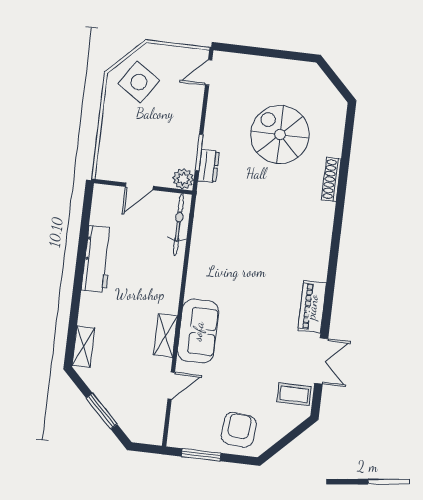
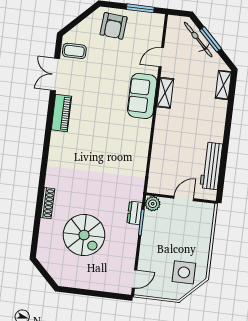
side table: (139, 82) -> (184, 272), turned -34
bicycle: (178, 225) -> (198, 40), moved, turned 135
workbench: (97, 259) -> (211, 166), moved

